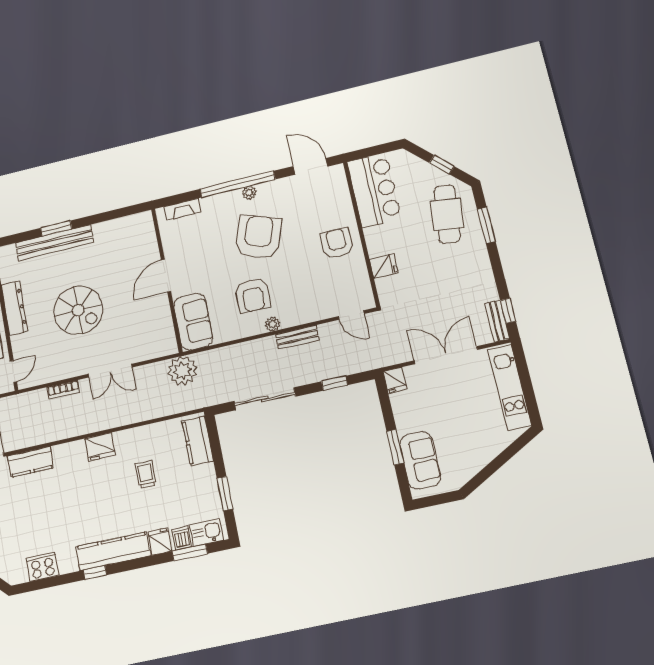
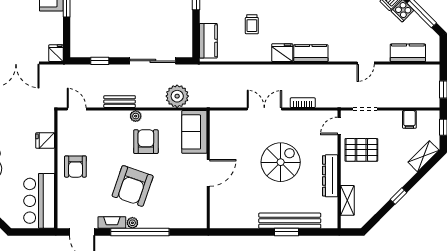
fireplace: (183, 209) -> (112, 222), moved
spiral stairs: (78, 310) -> (281, 162), turned 90
plant: (182, 371) -> (177, 96), moved
kitchen counter: (31, 462) -> (311, 53), moved

